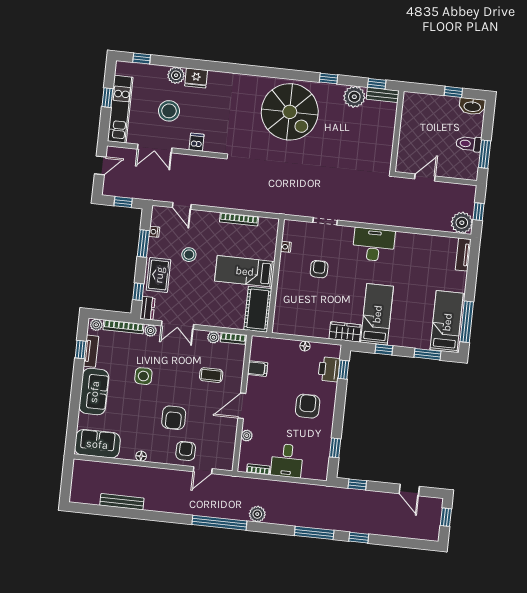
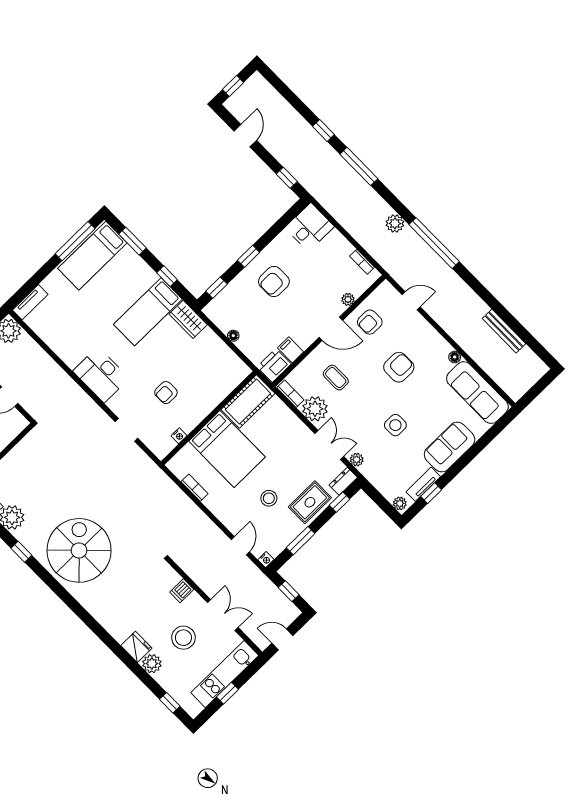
bookcase: (239, 219) -> (195, 488), width x0.64
nightstand: (154, 232) -> (266, 560), moved
bed: (245, 271) -> (227, 449), width x1.50
bookcase: (123, 327) -> (378, 482), removed
plant: (213, 337) -> (315, 409), width x1.88, depth x1.88
printer: (329, 369) -> (274, 365), moved, turned 180
sofa: (97, 444) -> (477, 393), width x1.36
window: (335, 448) -> (249, 256), moved
armchair: (186, 451) -> (370, 322), moved
desk: (287, 461) -> (310, 227), moved

